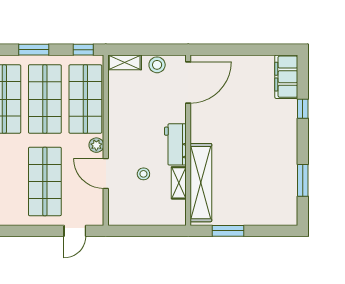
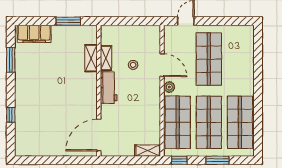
stool: (157, 65) -> (123, 149), removed
filing cabinet: (286, 77) -> (34, 34), moved, turned 90
shelving: (201, 183) -> (91, 58), width x0.45, depth x0.75

